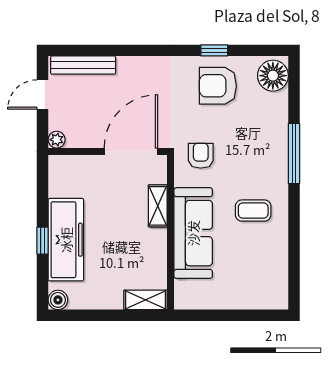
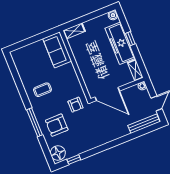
window: (214, 50) -> (74, 160), moved
armchair: (218, 86) -> (57, 125), moved, turned 180
door: (131, 151) -> (107, 94), hinge flipped
shelving: (158, 206) -> (135, 70), moved
sofa: (193, 233) -> (57, 50), moved, width x0.73

